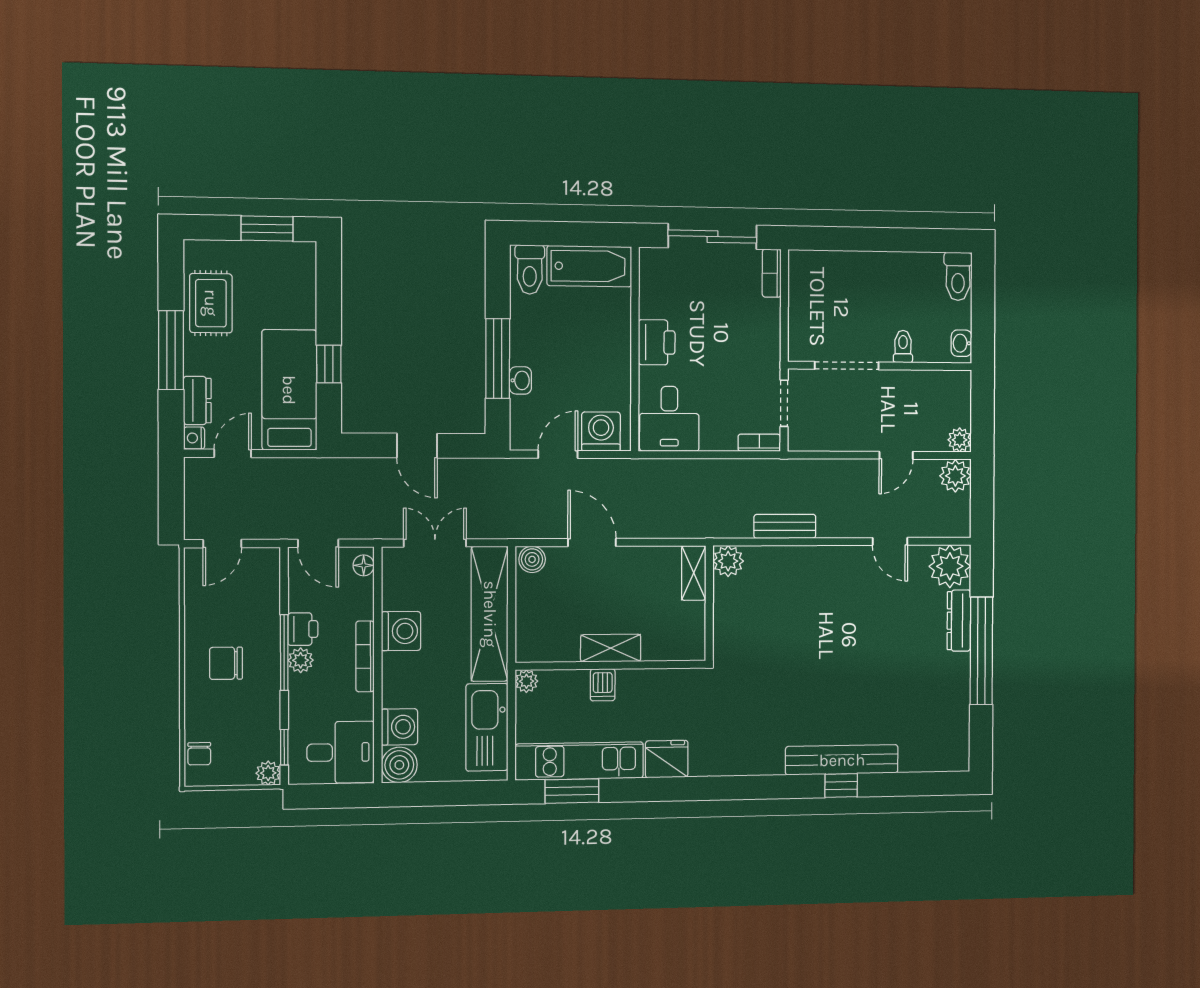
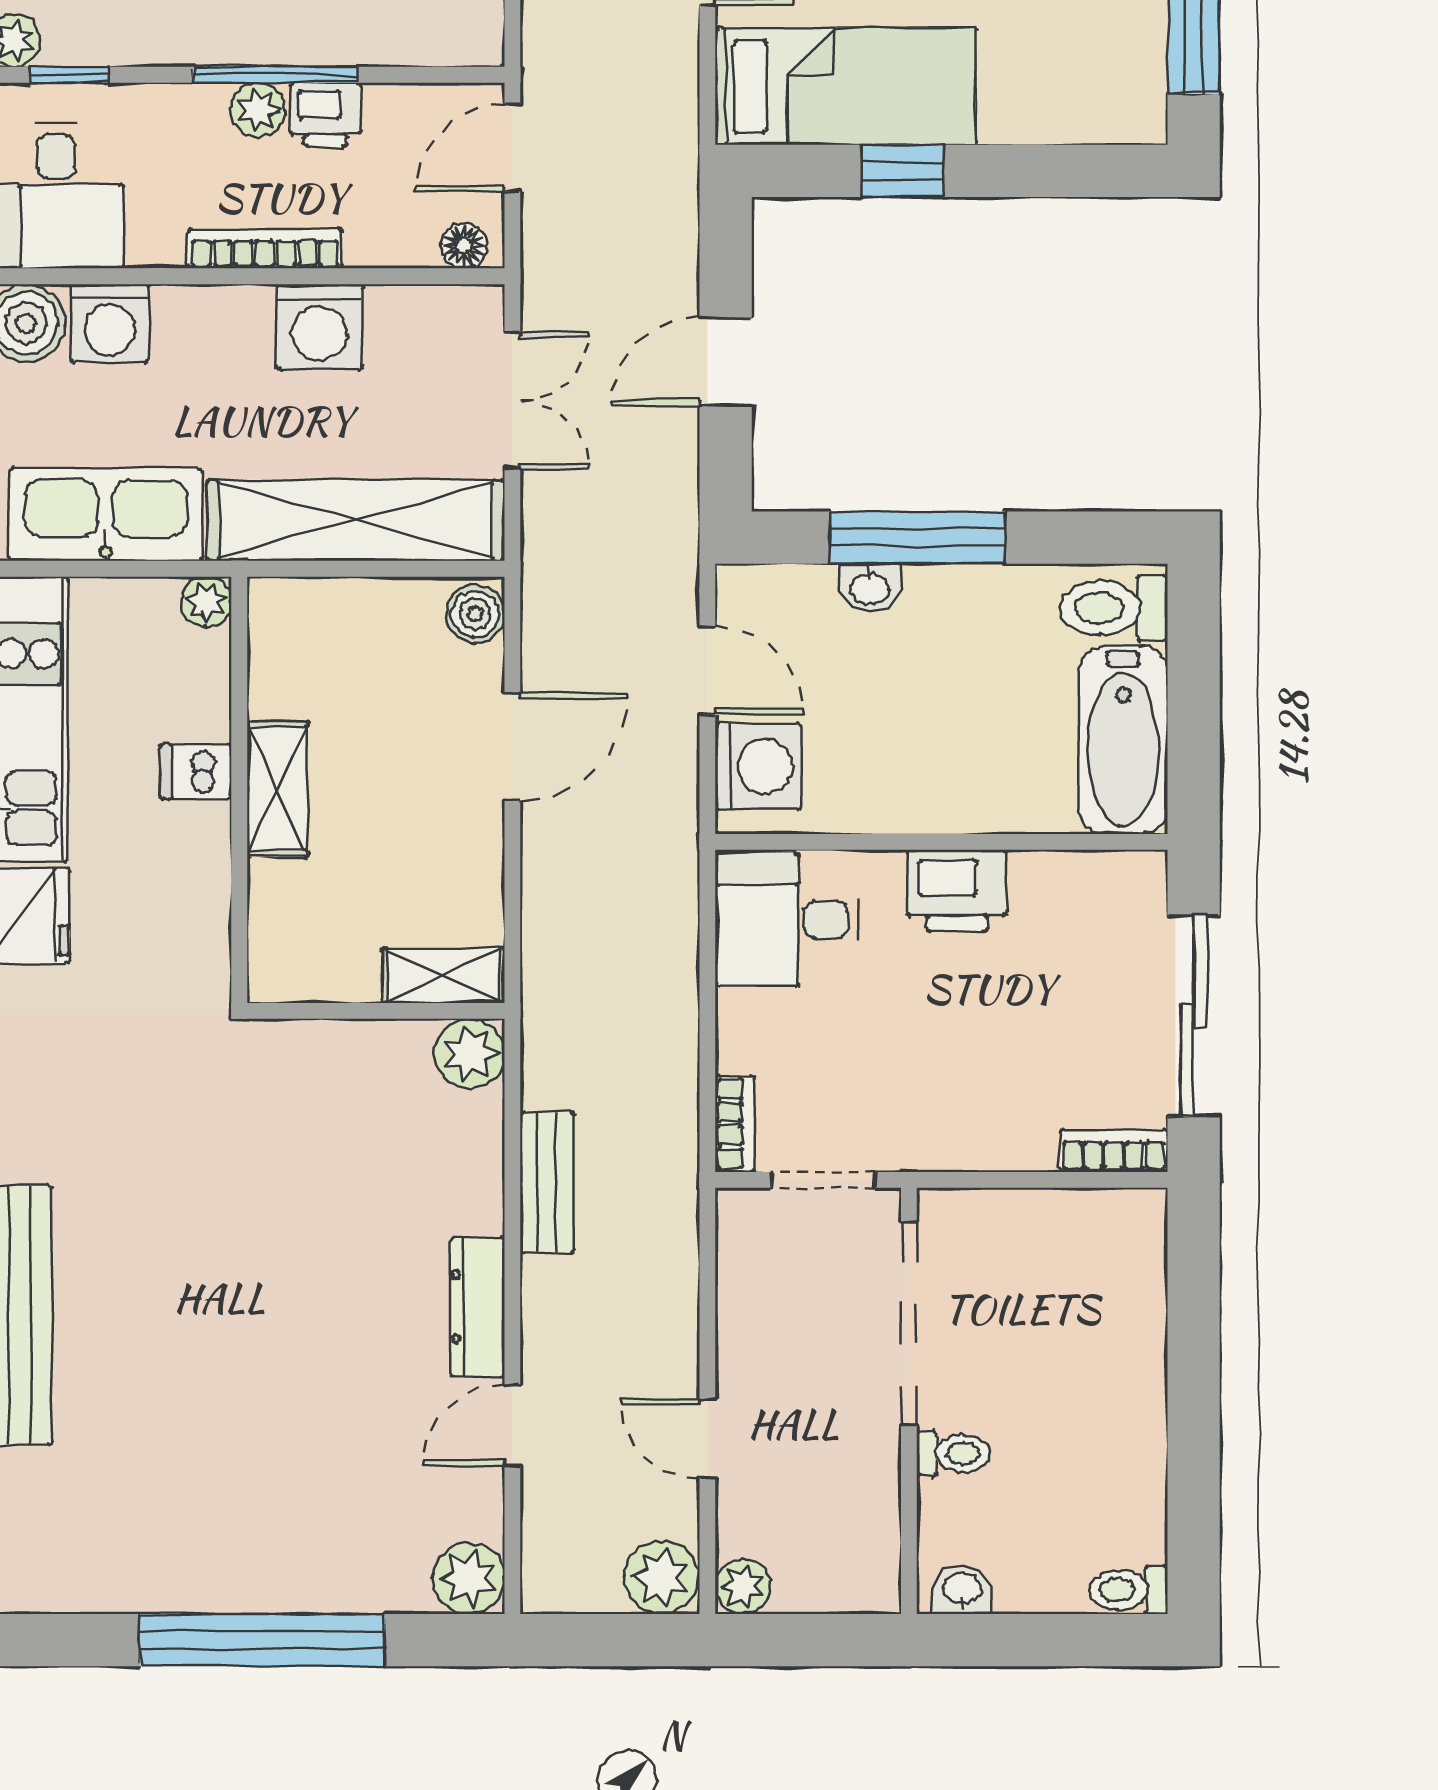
toilet: (958, 276) -> (1128, 1590), width x0.73, depth x0.72
doorway: (847, 366) -> (909, 1323), width x1.36
plant: (950, 566) -> (469, 1578), width x0.73, depth x0.73
dresser: (959, 621) -> (477, 1307), moved, turned -90

